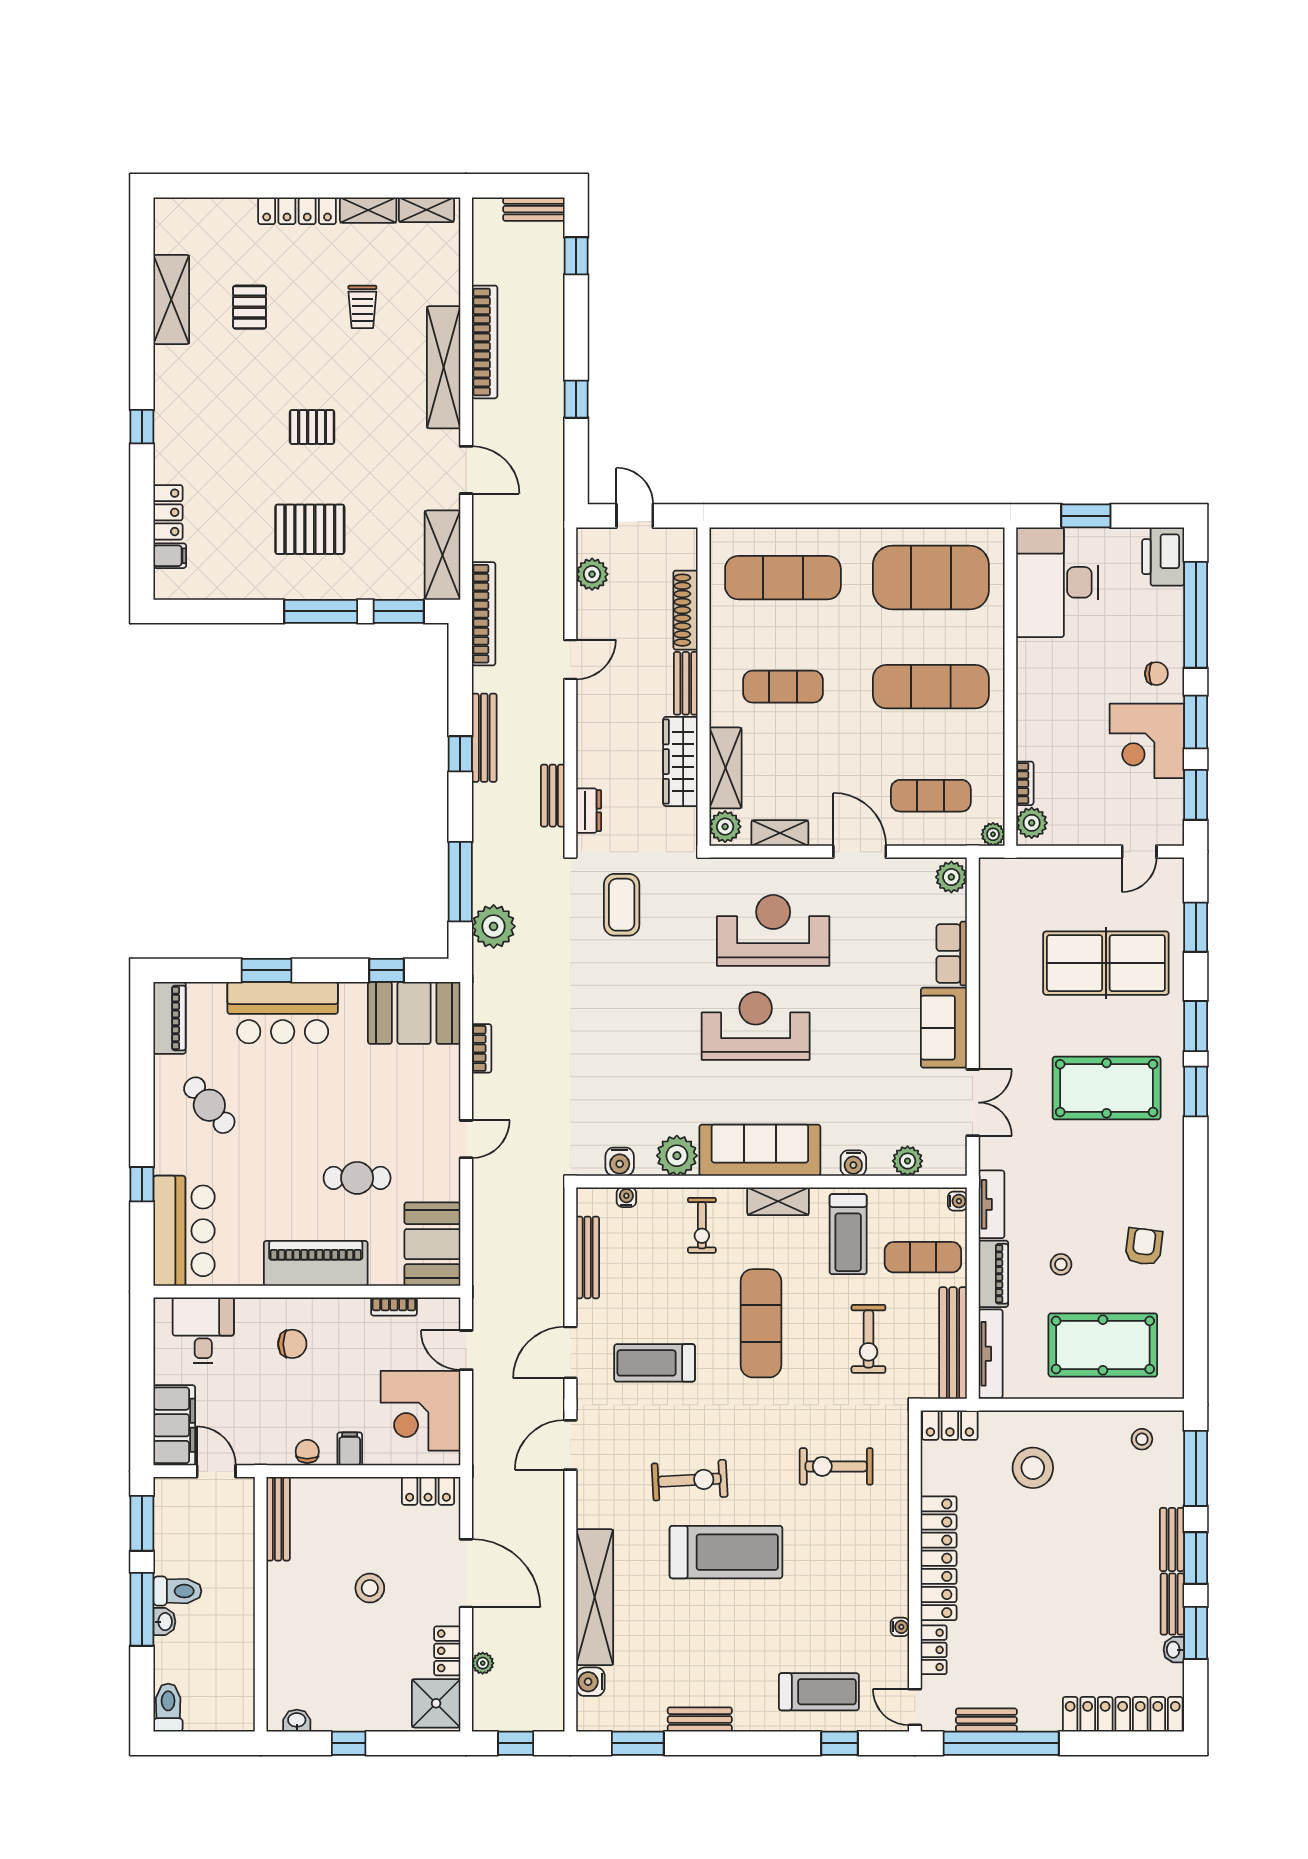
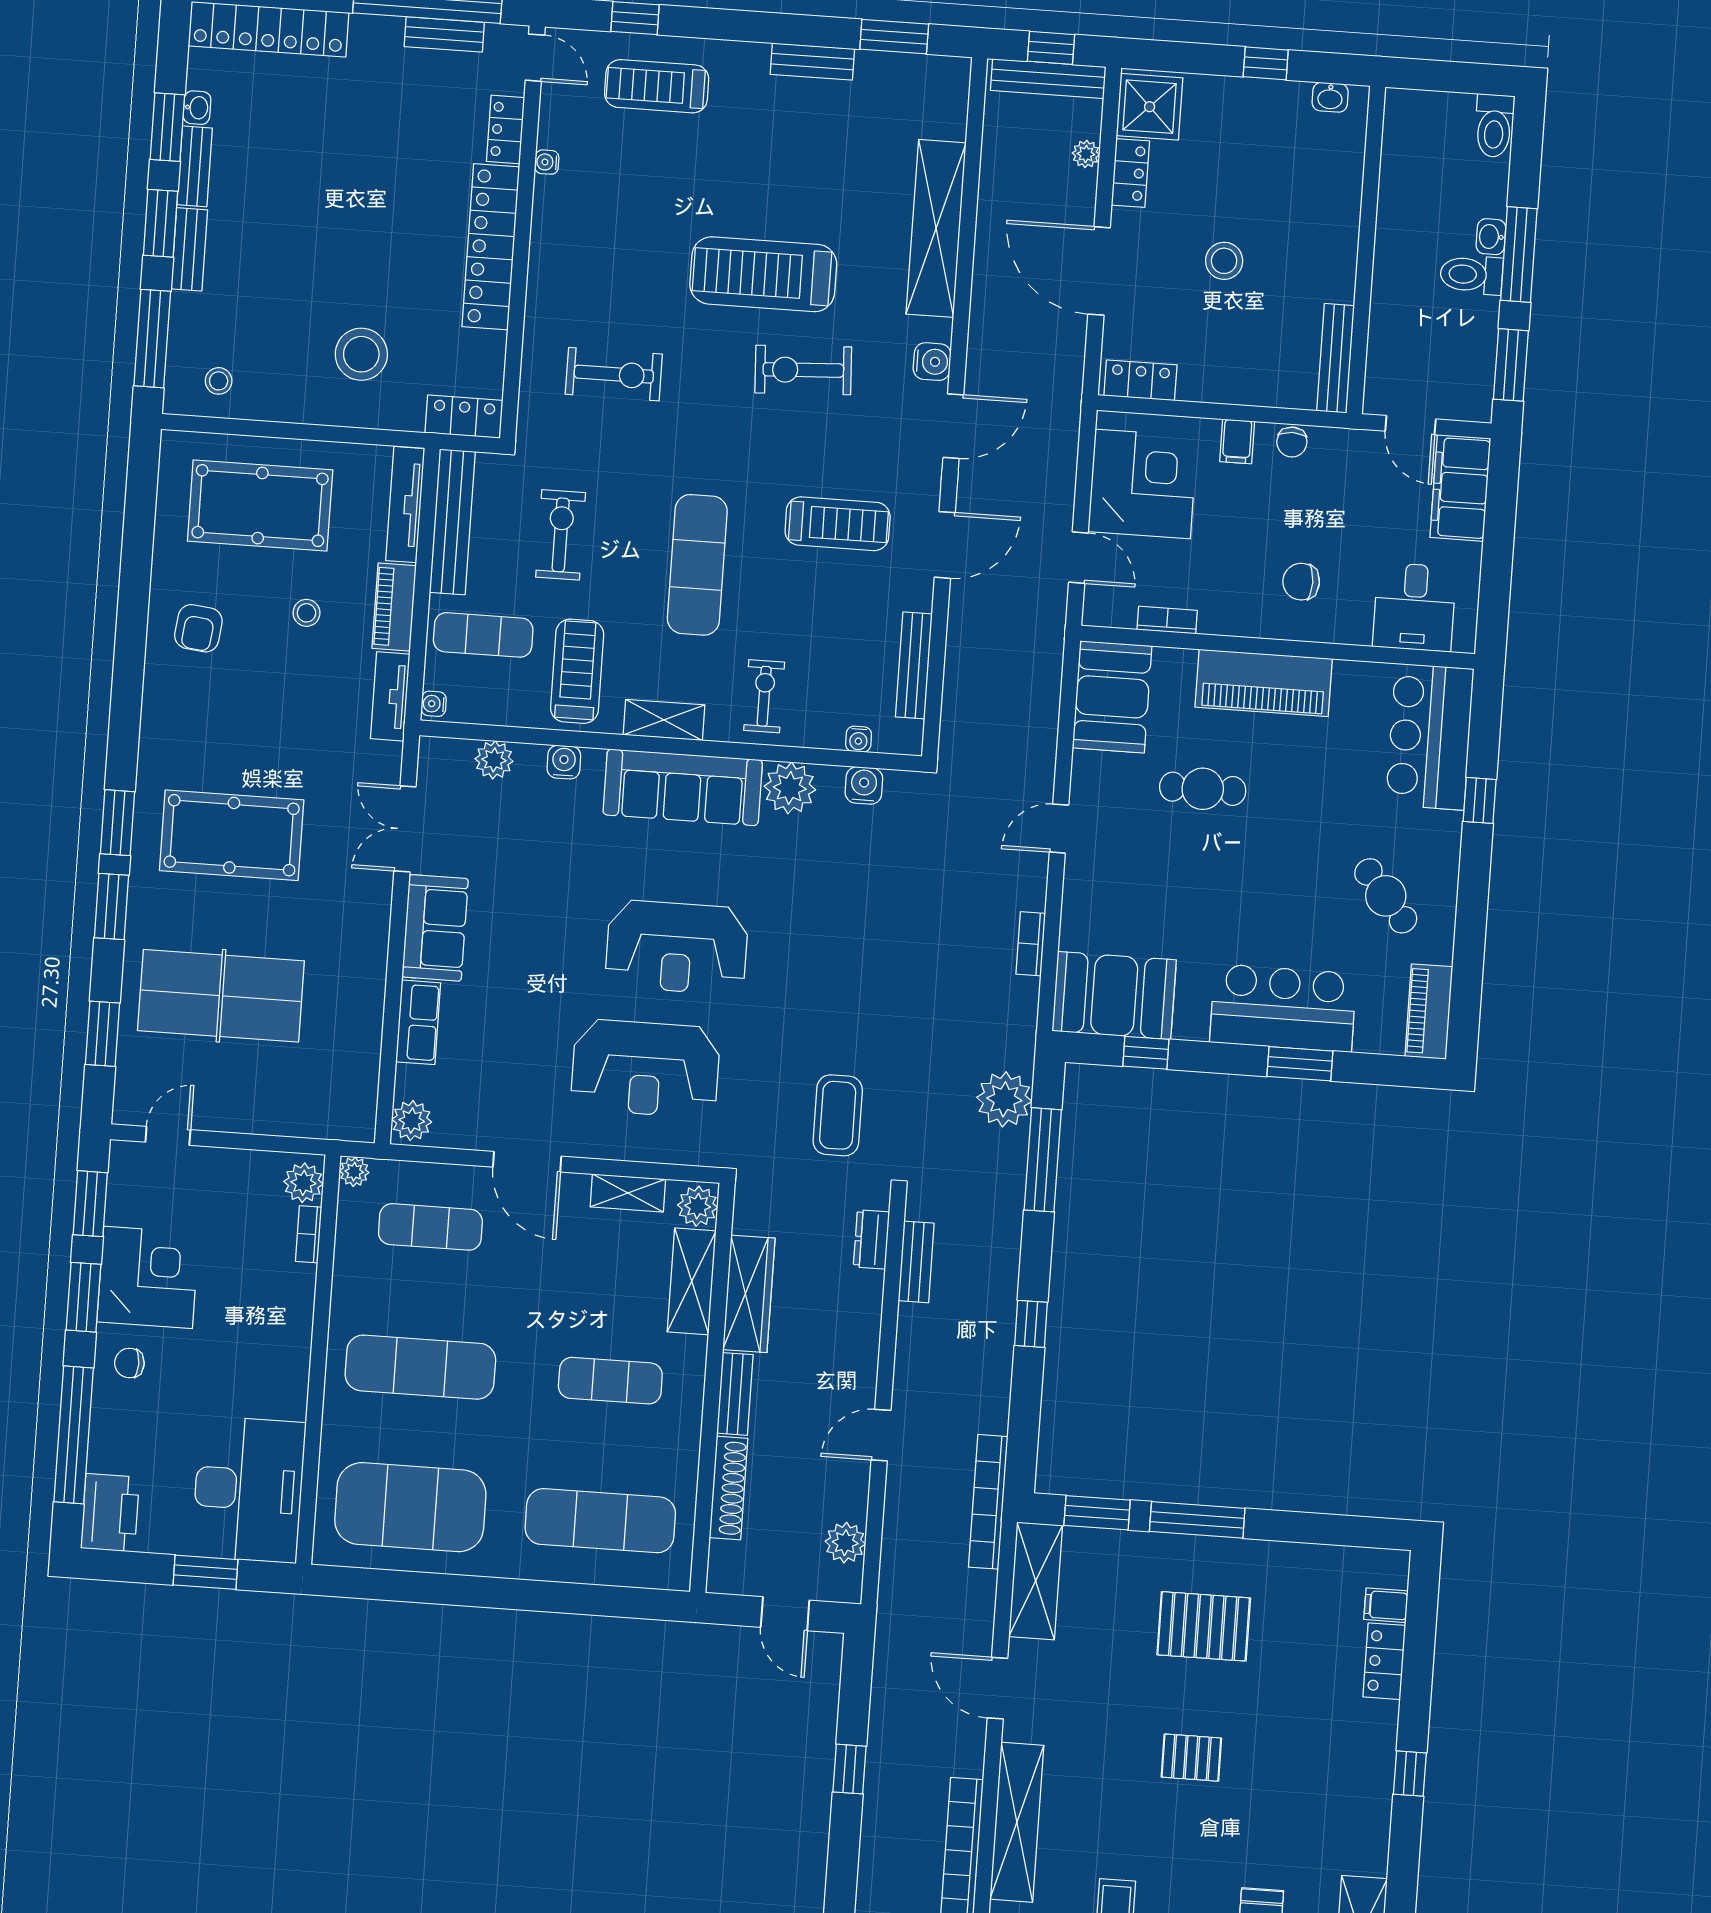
bench: (484, 738) -> (1048, 79), moved, turned 90
water cooler: (590, 1682) -> (932, 362), moved

